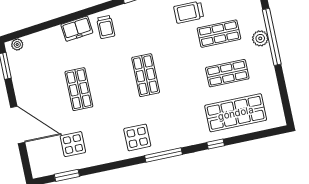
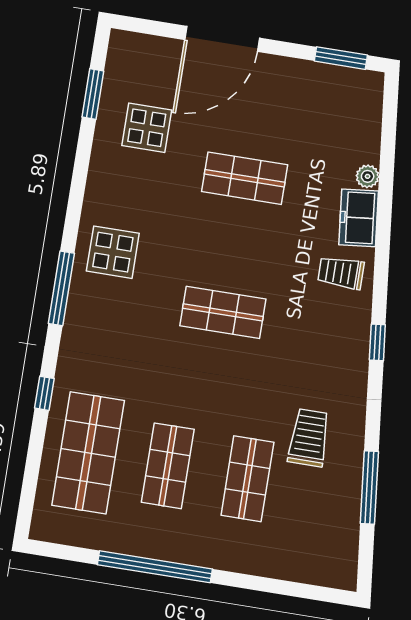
window: (272, 37) -> (155, 567), moved
plant: (260, 38) -> (209, 552), removed
plant: (17, 45) -> (368, 176), moved

